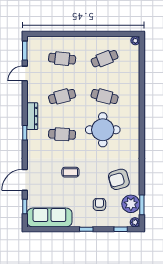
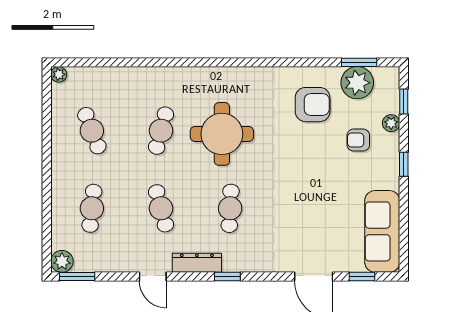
plant: (33, 42) -> (62, 261), added
door: (25, 73) -> (153, 277), moved
coffee table: (70, 172) -> (299, 193), removed
armchair: (119, 179) -> (313, 105), turned -74
plant: (135, 222) -> (391, 123), moved

